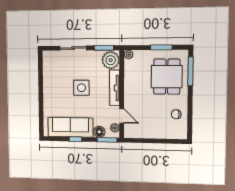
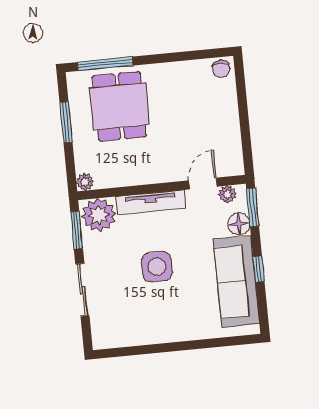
dining table: (167, 77) -> (119, 106), turned 90
chair: (176, 114) -> (221, 69), moved

